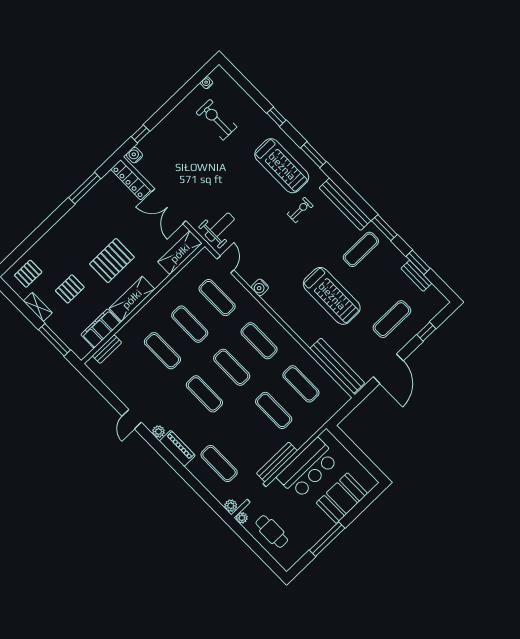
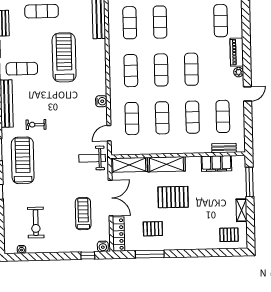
treadmill: (181, 168) -> (83, 214), added
pallet: (70, 289) -> (153, 229), moved
shelving: (132, 299) -> (167, 164), moved
exercise mat: (135, 377) -> (223, 116), added

